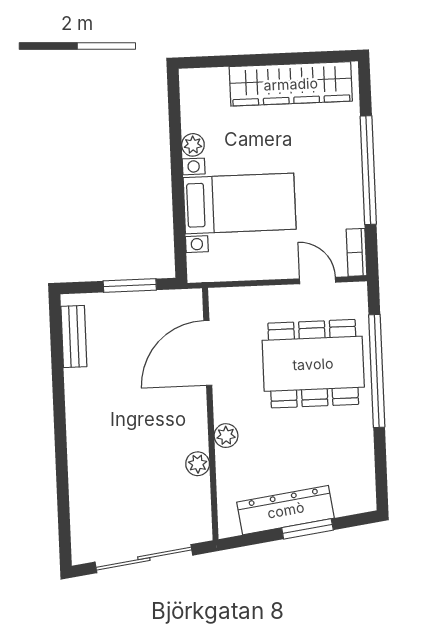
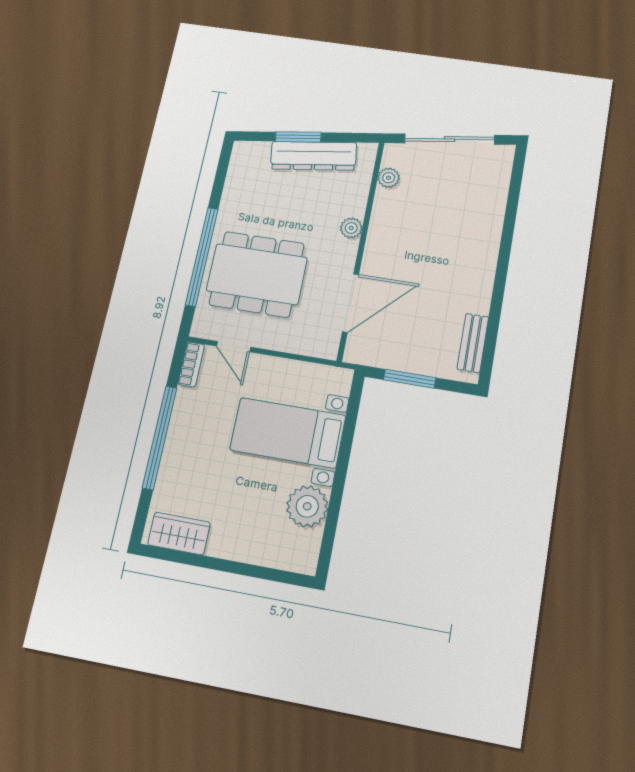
wardrobe: (291, 84) -> (179, 533), width x0.48, depth x0.85
plant: (193, 145) -> (307, 506), width x1.87, depth x1.87
plant: (198, 464) -> (389, 178), moved

